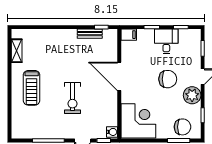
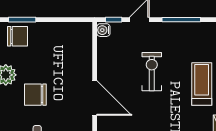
corner desk: (138, 121) -> (71, 44), removed
chair: (183, 127) -> (17, 36), turned 180

